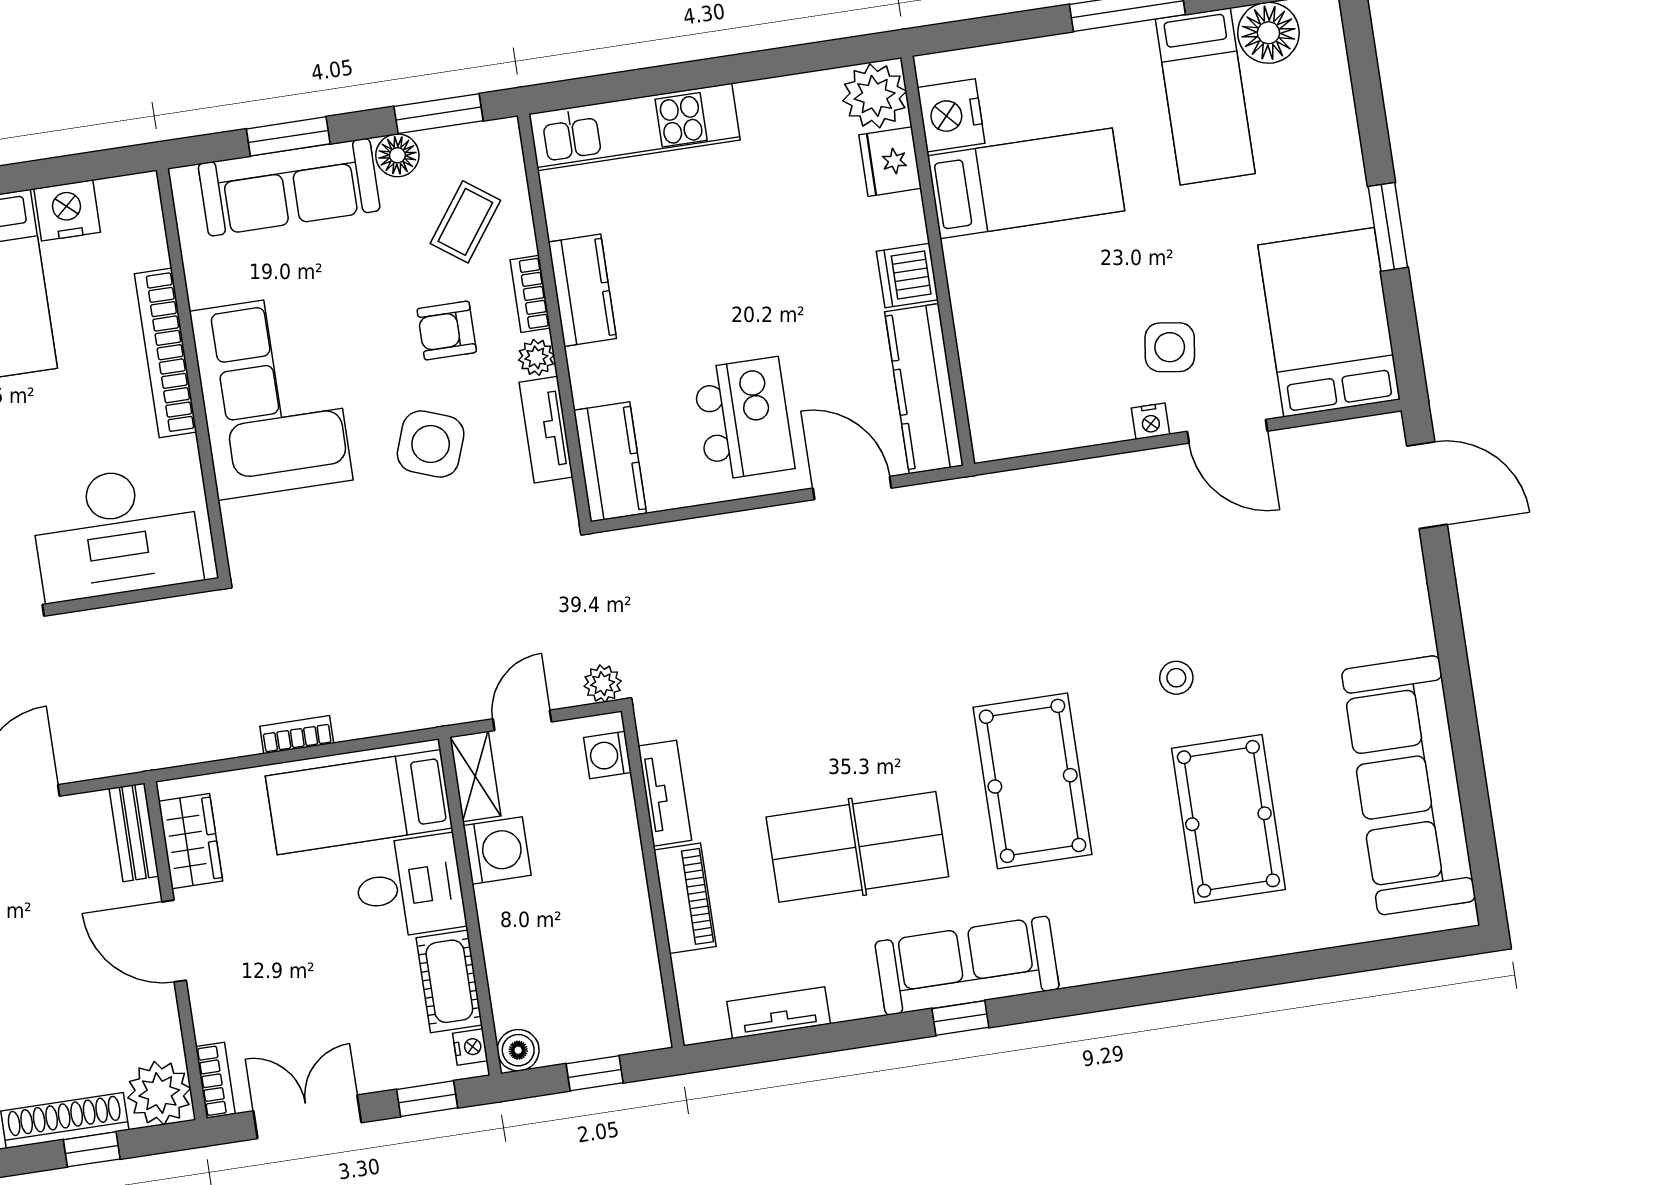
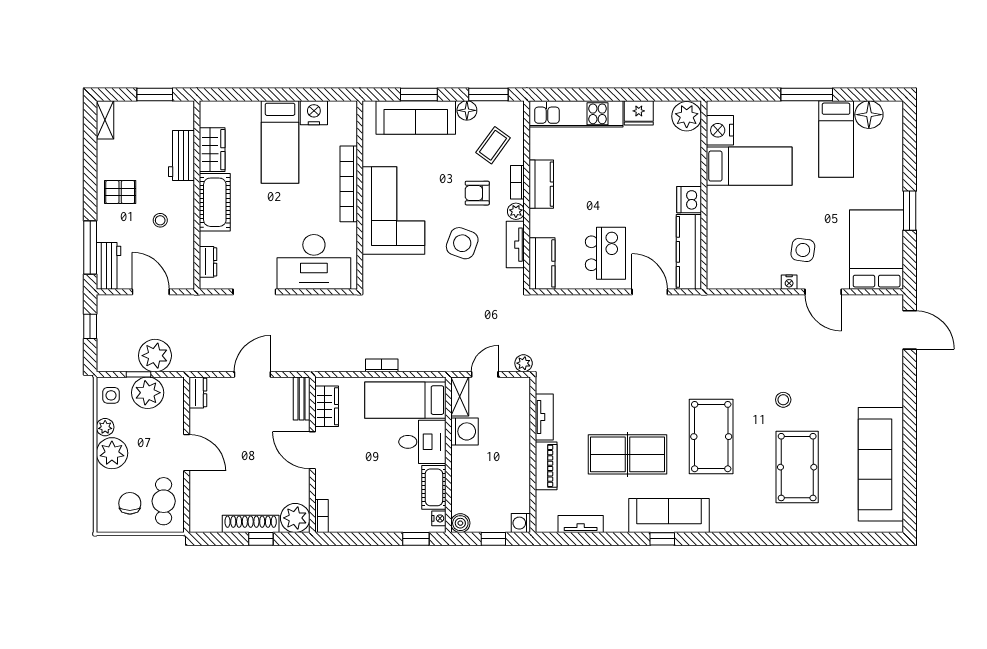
fridge: (890, 162) -> (639, 113), moved, turned -90
washing machine: (607, 755) -> (521, 523), moved
double door: (307, 1117) -> (361, 539), removed

